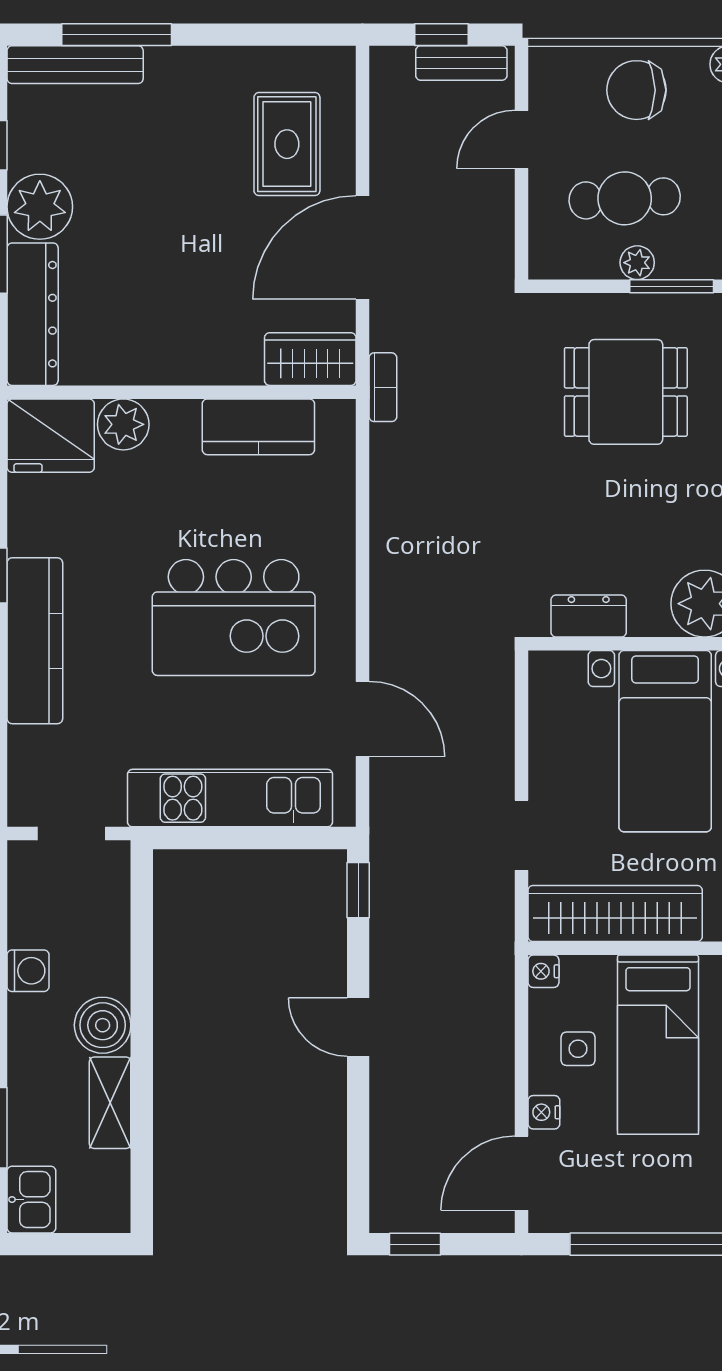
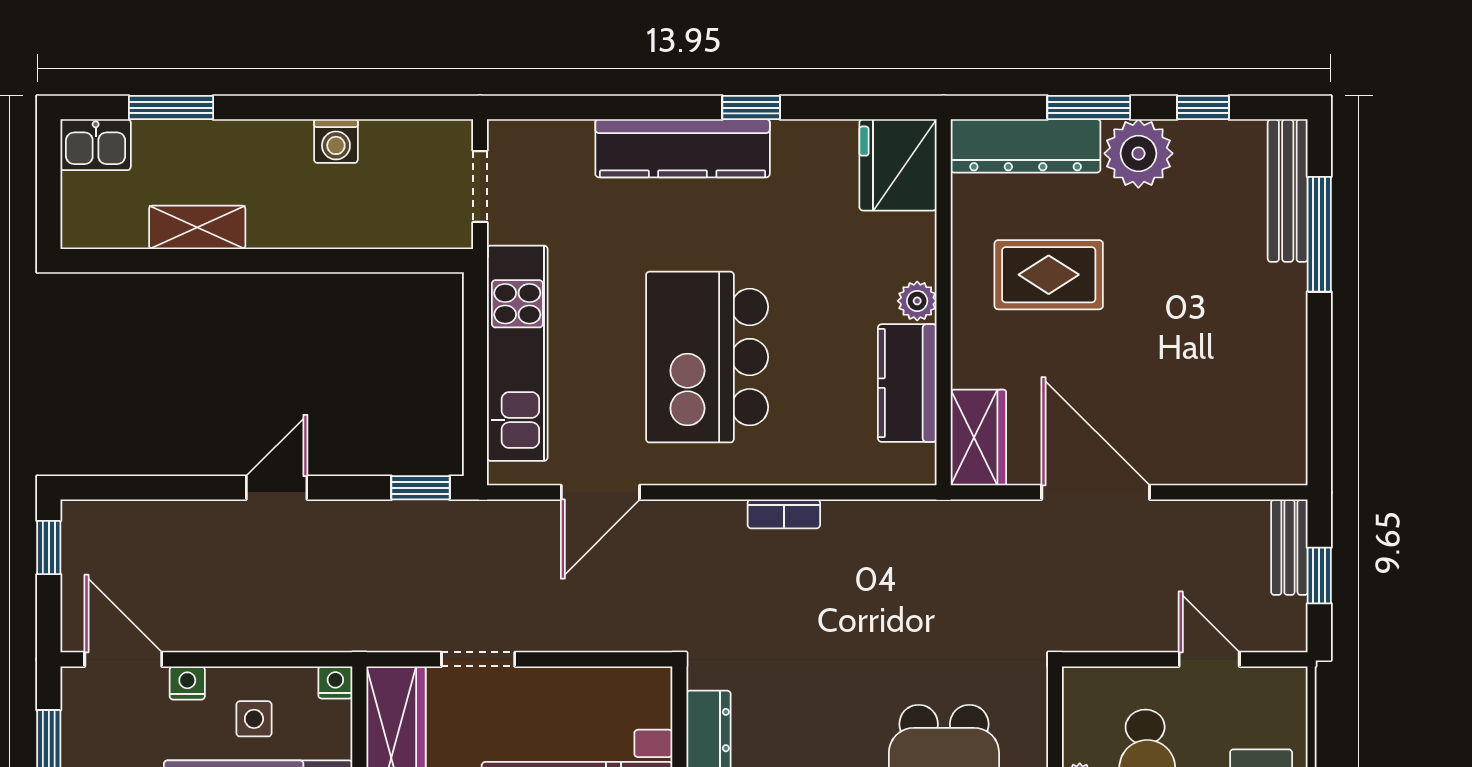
bench: (461, 63) -> (1289, 547), moved
rug: (287, 144) -> (1049, 275), moved
bookcase: (383, 387) -> (784, 514), moved
plant: (123, 424) -> (917, 301), moved, width x0.73, depth x0.73
boiler: (103, 1025) -> (279, 219), removed

